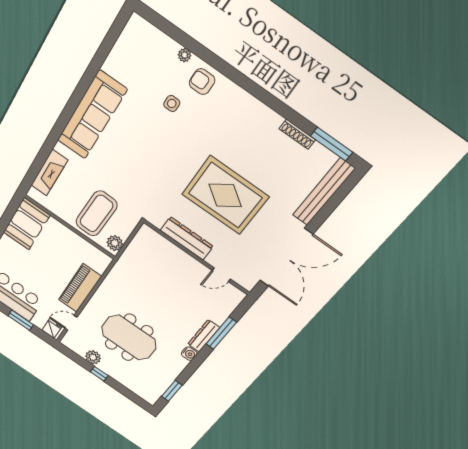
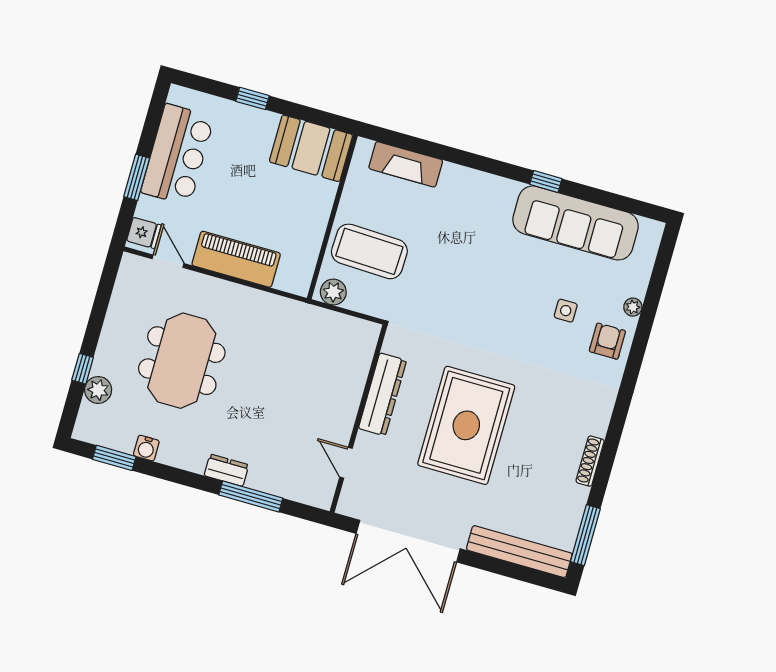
window: (83, 87) -> (546, 181), added
sofa: (92, 115) -> (576, 223), moved
shoe rack: (297, 134) -> (590, 461), moved
dresser: (204, 336) -> (226, 470), width x0.70
water cooler: (189, 354) -> (146, 448), moved
plant: (93, 357) -> (98, 390), moved
window: (99, 374) -> (83, 369), moved

